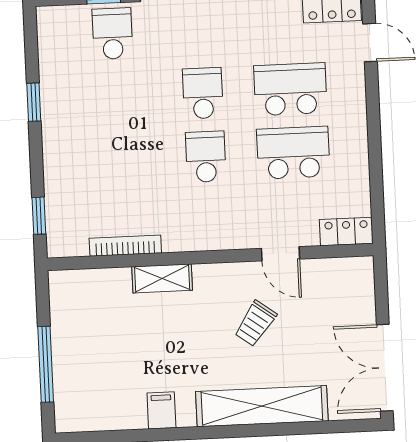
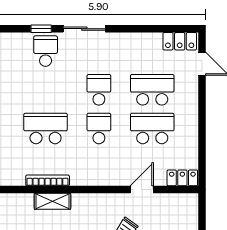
school desk: (118, 161) -> (46, 128), added
door: (281, 254) -> (142, 190), swing flipped
shelving: (162, 278) -> (52, 201), moved

